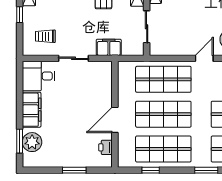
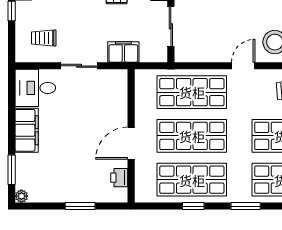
plant: (32, 142) -> (21, 196), moved, width x0.53, depth x0.53
window: (151, 170) -> (193, 206), moved

